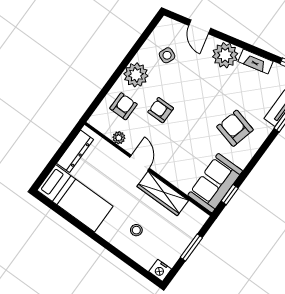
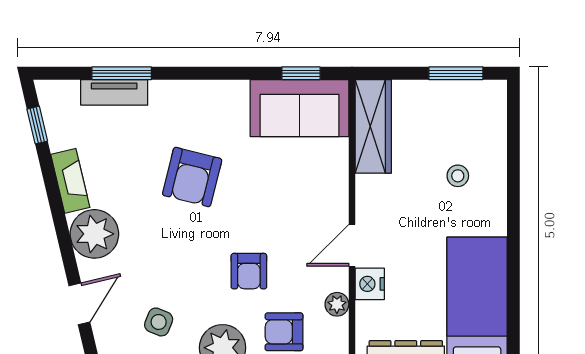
armchair: (235, 128) -> (192, 177), moved
wardrobe: (163, 194) -> (373, 126), moved
window: (191, 247) -> (456, 73), moved
nightstand: (160, 270) -> (370, 284), moved, turned 180

